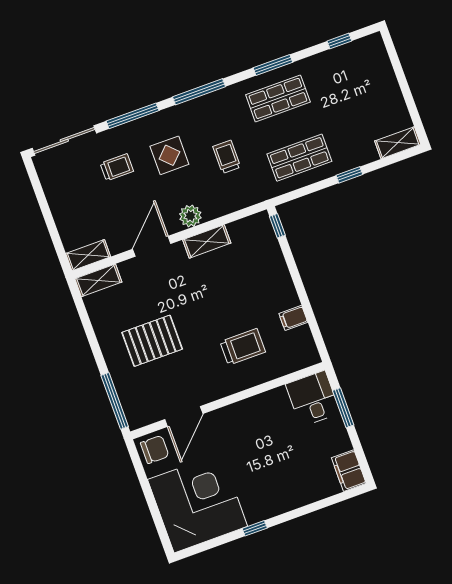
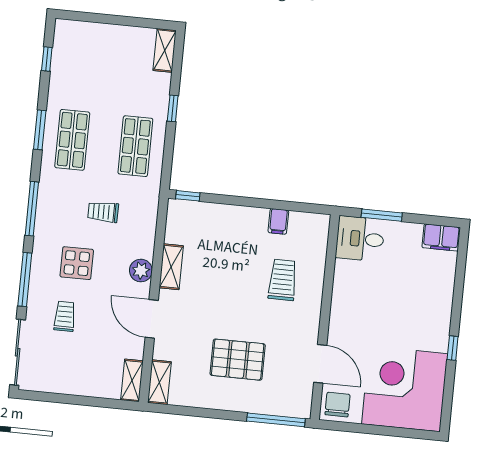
pallet: (152, 341) -> (238, 360), turned 90

